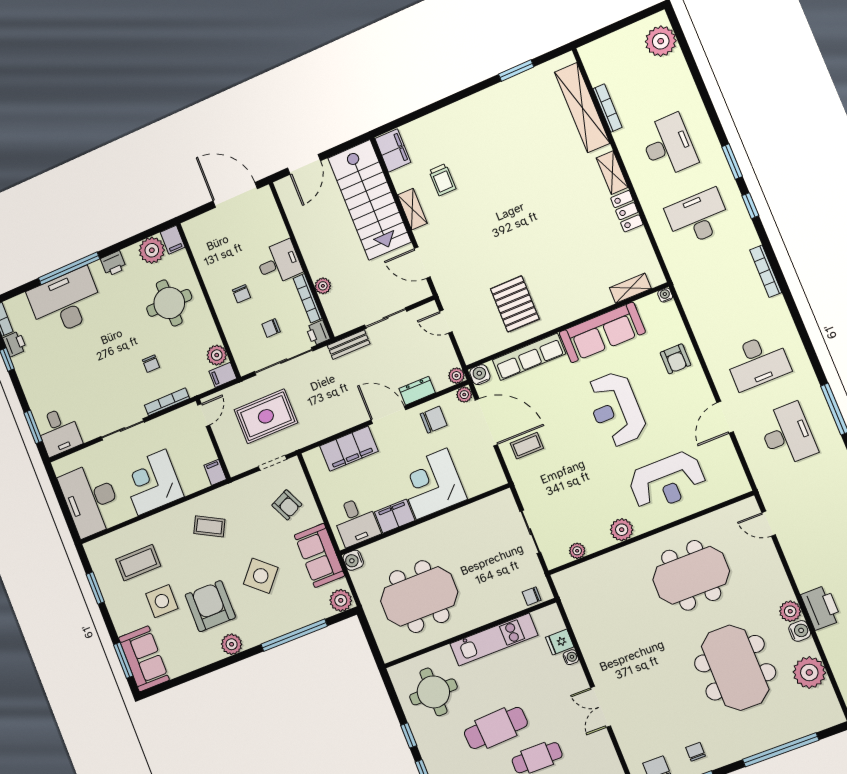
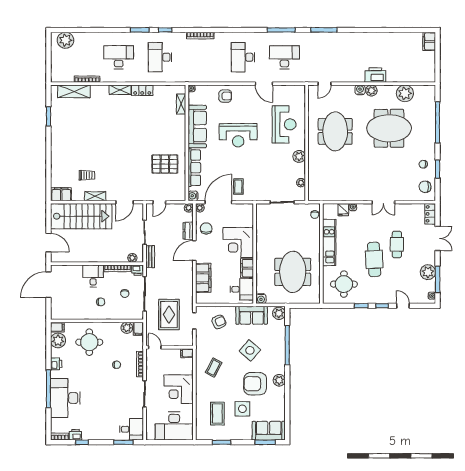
shelving: (582, 108) -> (74, 91), width x0.68
plant: (323, 286) -> (132, 258), moved
desk: (757, 362) -> (243, 57), turned 180
water cooler: (800, 631) -> (360, 90), moved

